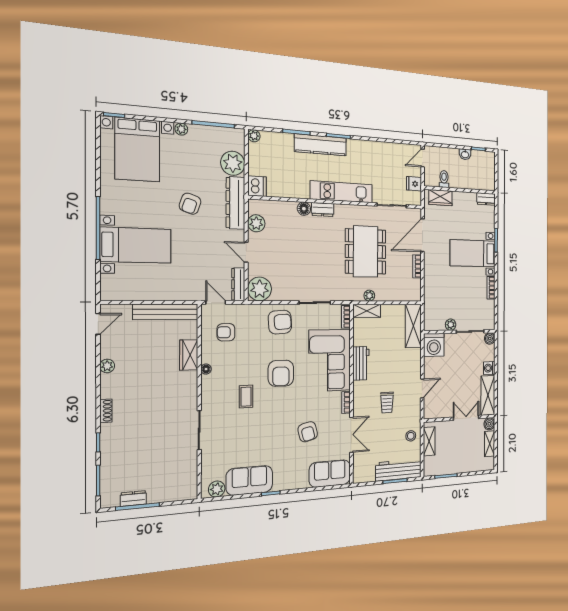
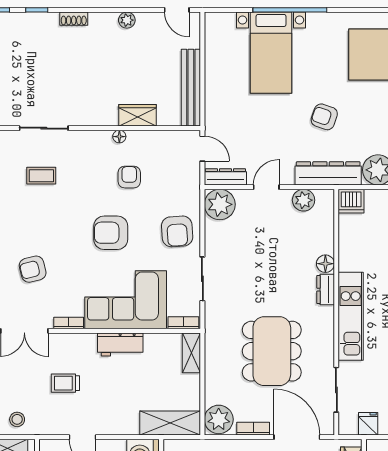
dining table: (366, 252) -> (272, 351), turned 90
plant: (369, 296) -> (219, 419), moved, width x1.88, depth x1.88
door: (216, 302) -> (202, 149), hinge flipped
armchair: (226, 332) -> (129, 177), moved
coffee table: (246, 397) -> (41, 176), moved

